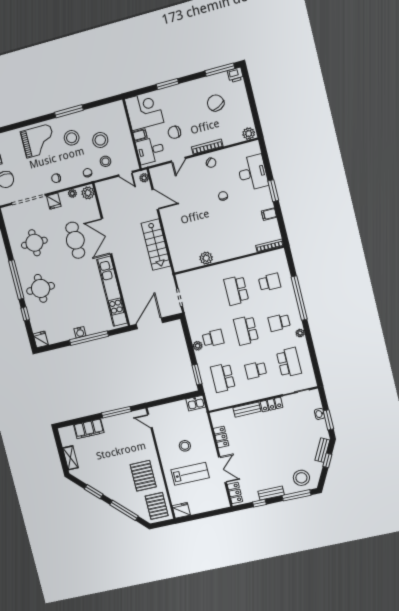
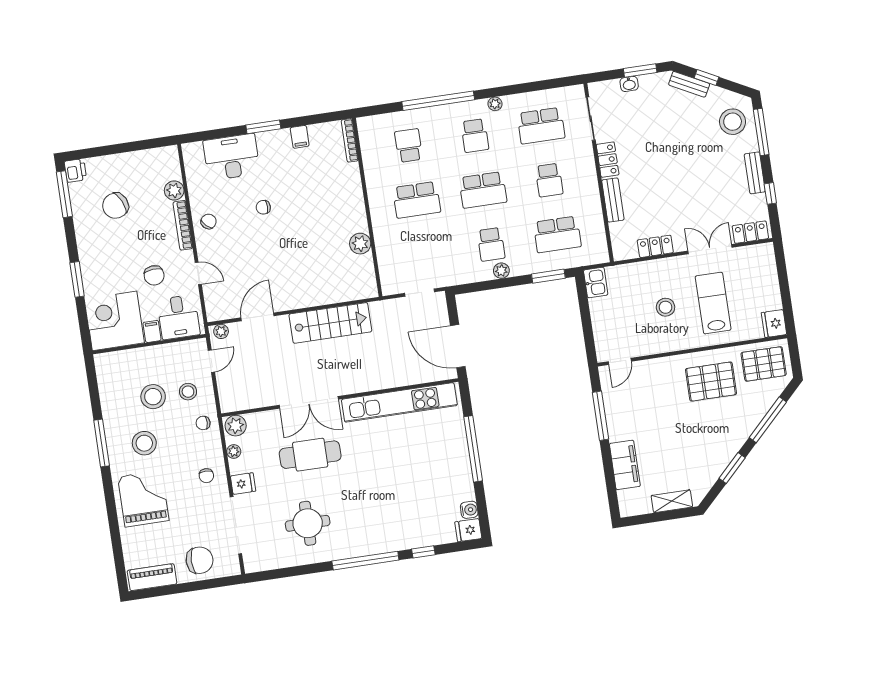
plant: (249, 134) -> (174, 190), moved
round table: (41, 288) -> (384, 521), removed
water cooler: (80, 332) -> (469, 510), moved
school desk: (213, 338) -> (491, 244), turned 180
school desk: (289, 362) -> (541, 126), turned 180

